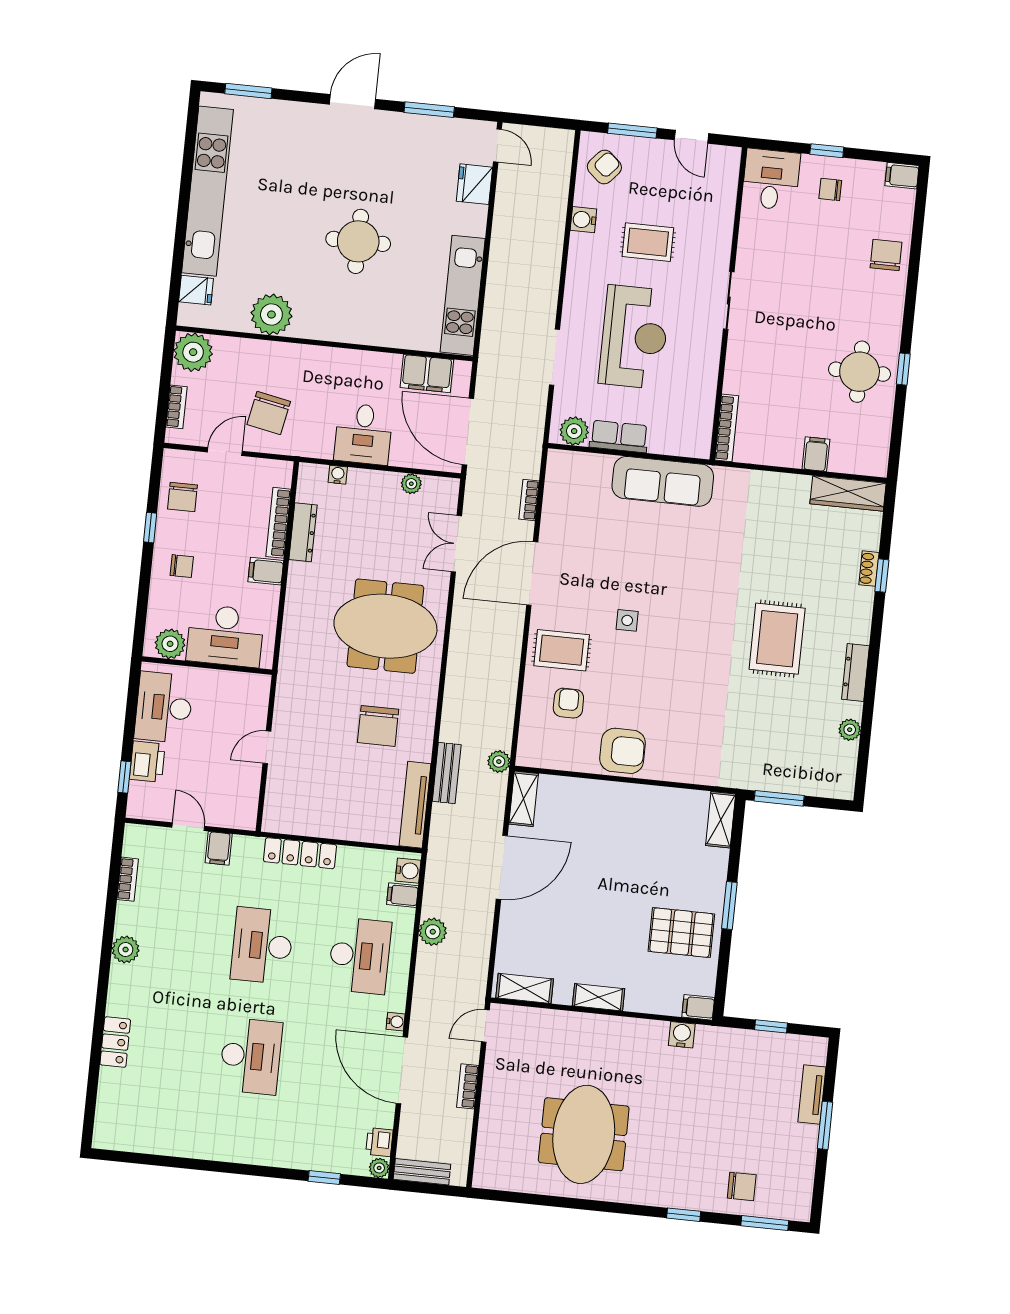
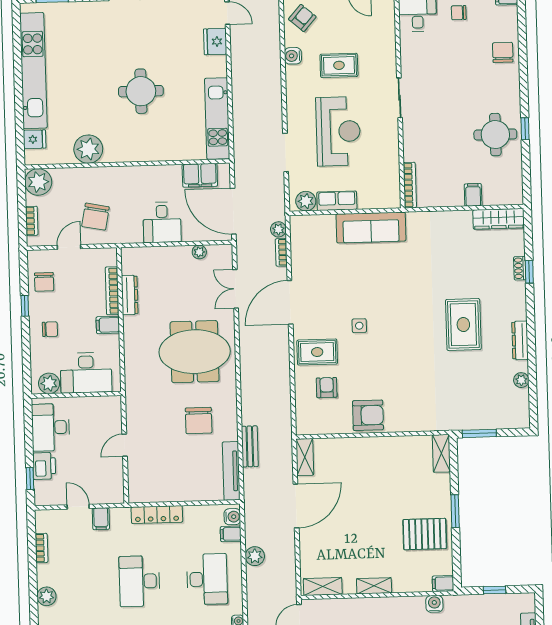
water cooler: (338, 475) -> (148, 252), removed
plant: (499, 762) -> (278, 229), moved

